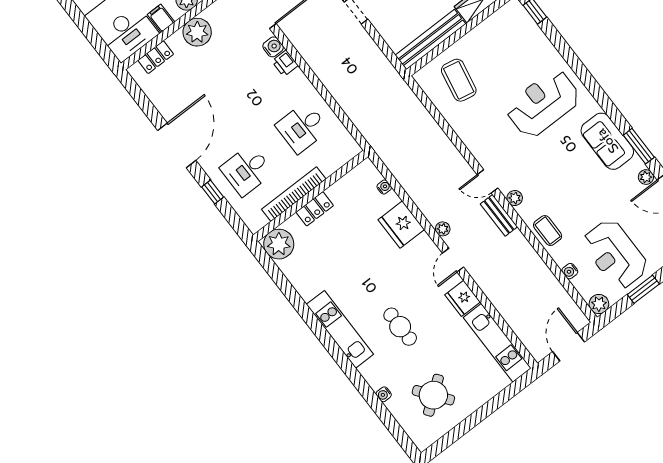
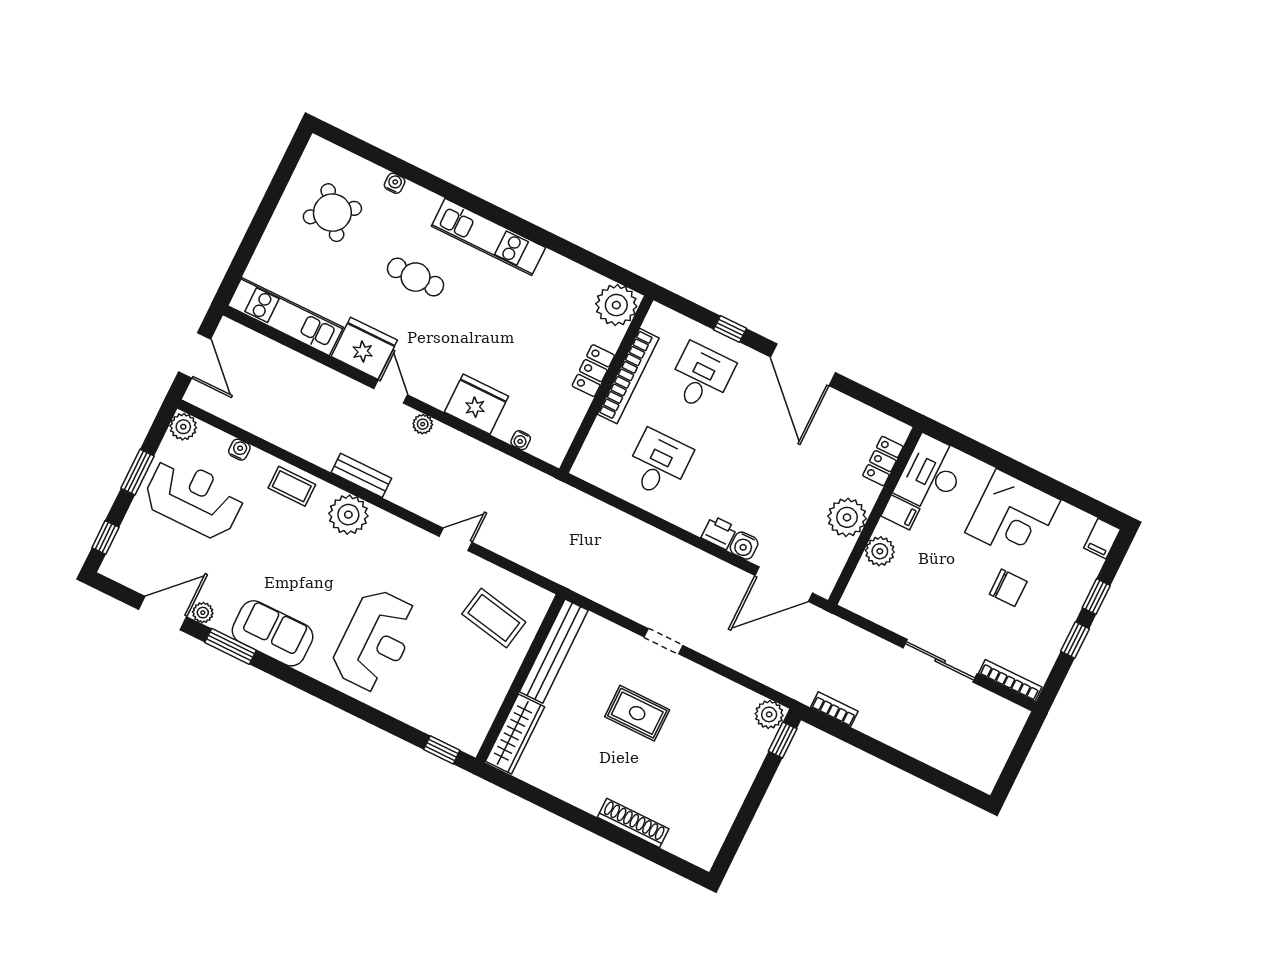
door: (487, 181) -> (456, 539), moved
plant: (515, 198) -> (348, 515), width x1.87, depth x1.87
fridge: (463, 298) -> (364, 348), width x1.36, depth x1.34

